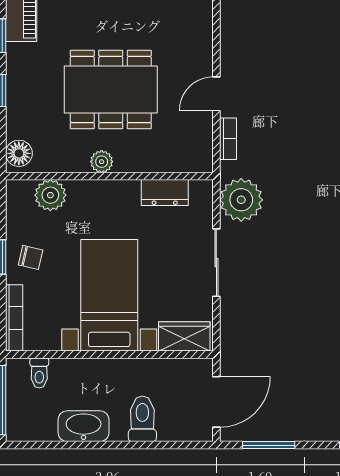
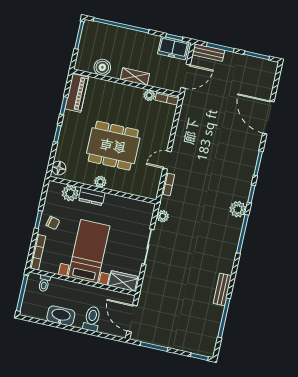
dresser: (165, 193) -> (92, 196), moved
plant: (241, 200) -> (163, 216), width x0.53, depth x0.53
door: (216, 402) -> (132, 318), swing flipped

